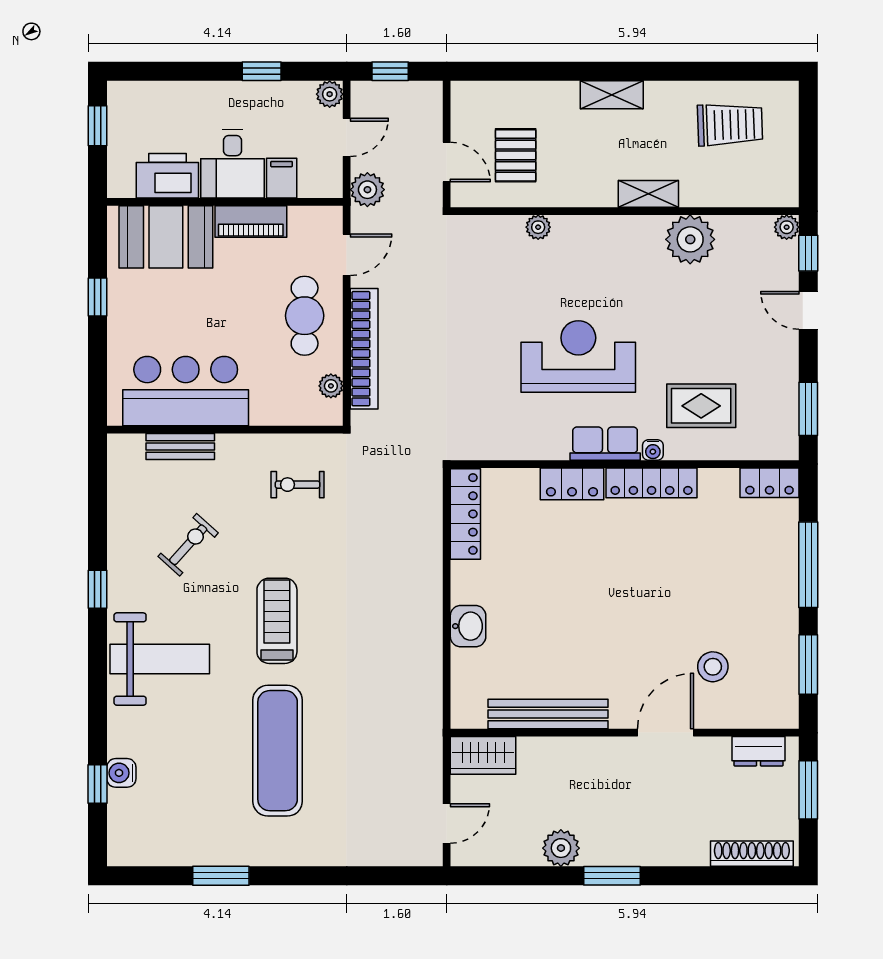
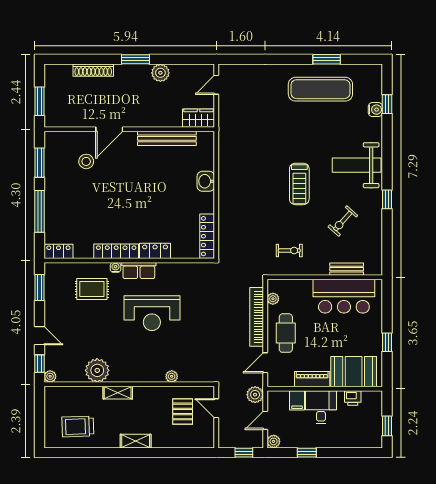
printer: (167, 176) -> (353, 398), width x0.53, depth x0.68
exercise mat: (278, 751) -> (320, 89), moved, turned 90
dresser: (759, 751) -> (64, 120), removed
shoe rack: (752, 854) -> (93, 70), moved

